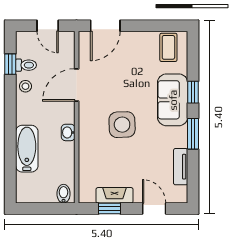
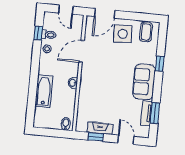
sofa: (173, 100) -> (144, 82), moved
side table: (122, 125) -> (123, 34), moved
window: (193, 134) -> (155, 113), moved

